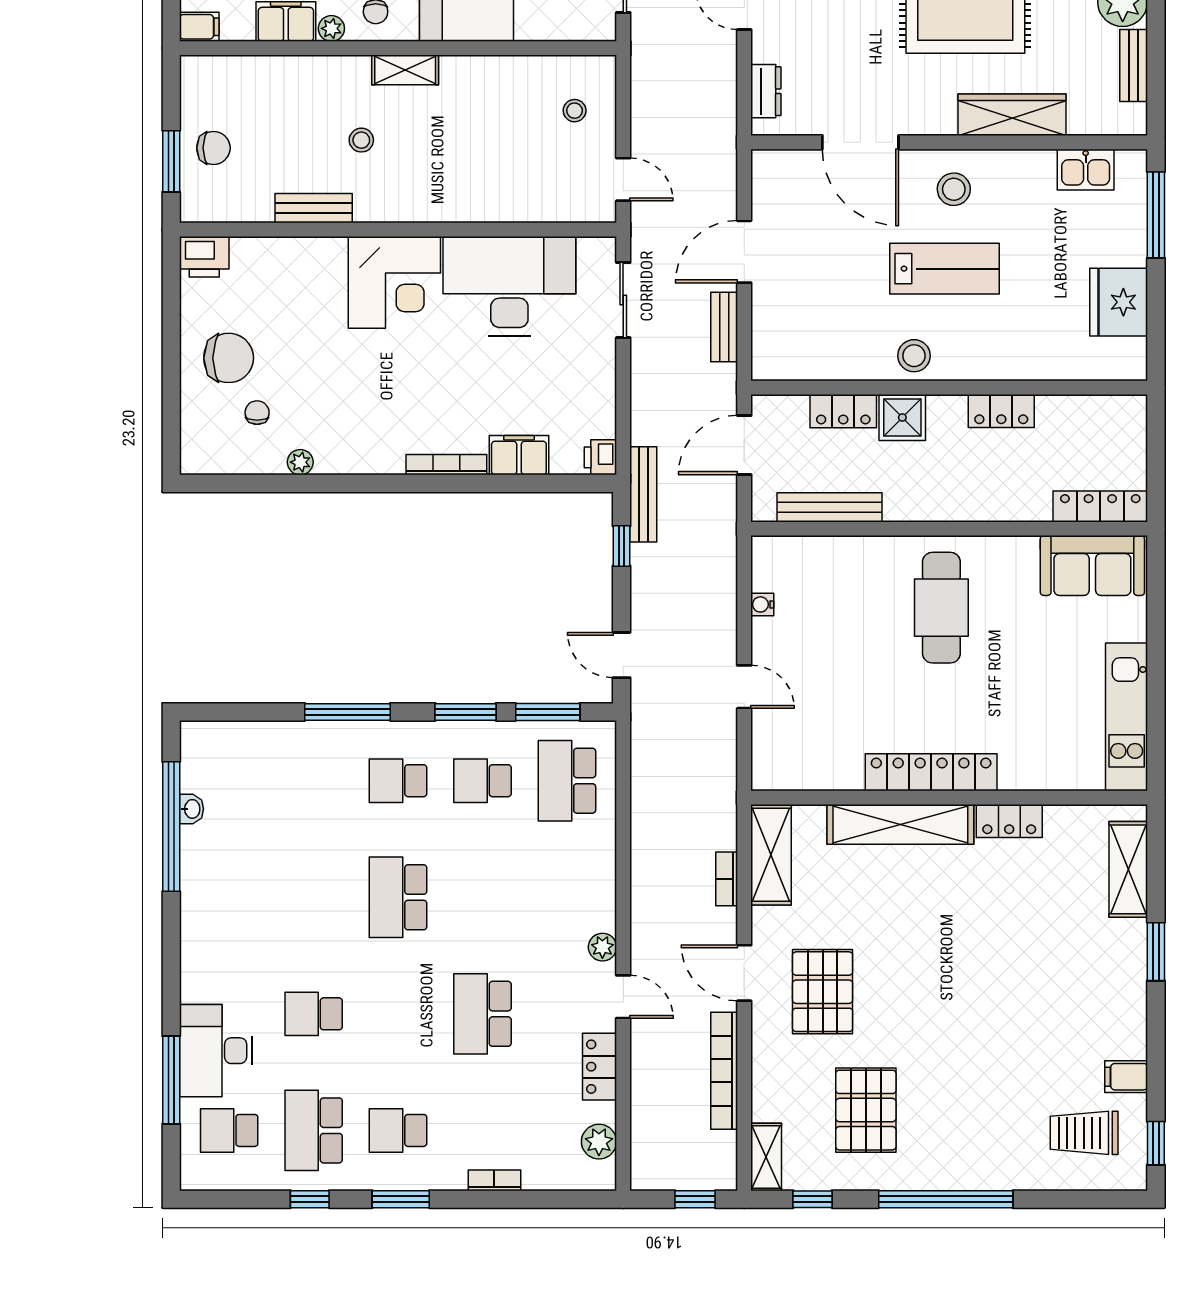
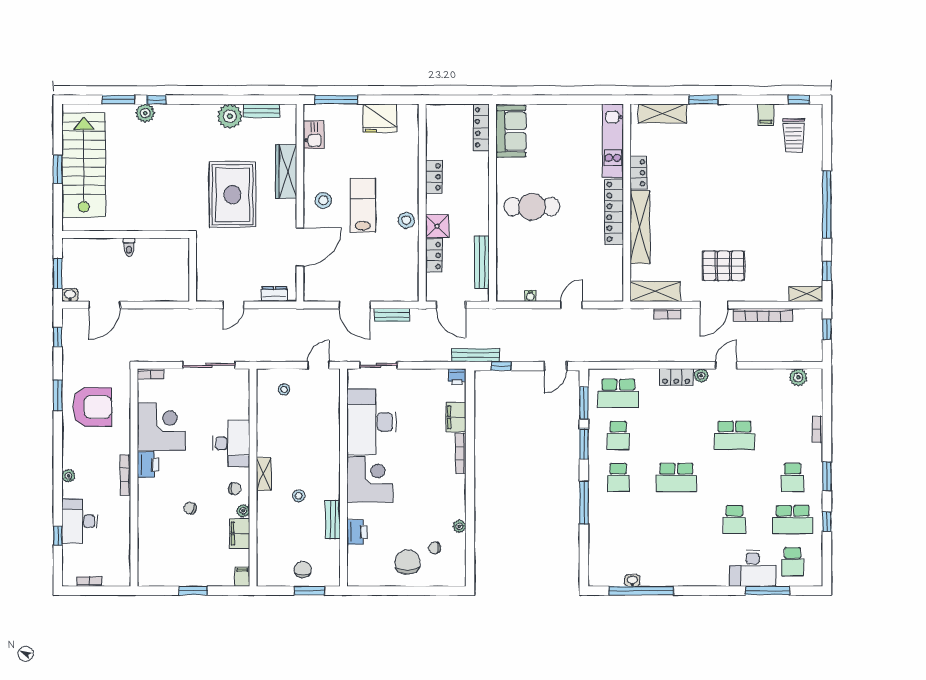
printer: (204, 257) -> (357, 532), moved
kitchen unit: (1127, 717) -> (613, 141), moved, turned 90
locker: (600, 1067) -> (676, 377), moved
pallet: (866, 1110) -> (782, 244), removed

